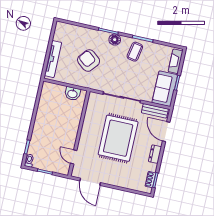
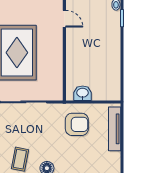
armchair: (89, 61) -> (77, 124), moved, turned -39

